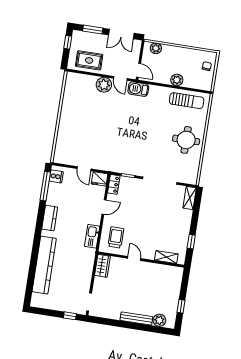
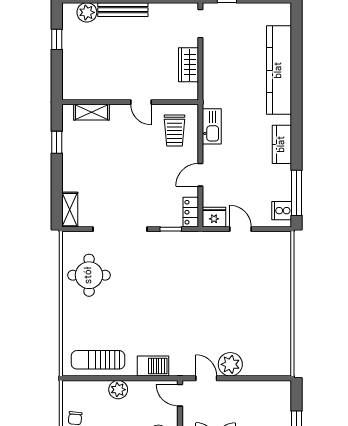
rug: (89, 60) -> (259, 399), removed
barbecue: (138, 89) -> (153, 366), moved
round table: (186, 140) -> (89, 275), moved
wardrobe: (102, 266) -> (188, 65), moved

